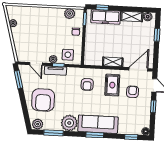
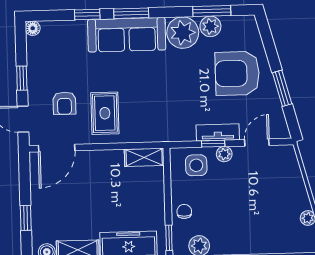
shelving: (113, 62) -> (144, 157), moved
door: (36, 64) -> (257, 142), hinge flipped
window: (19, 79) -> (282, 88), moved
armchair: (87, 84) -> (154, 110), removed
armchair: (43, 100) -> (237, 73), turned -90
plant: (38, 124) -> (210, 26), moved
window: (131, 137) -> (87, 14), moved

